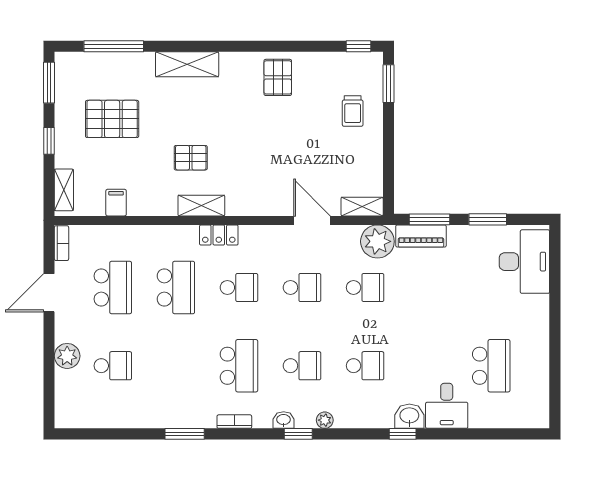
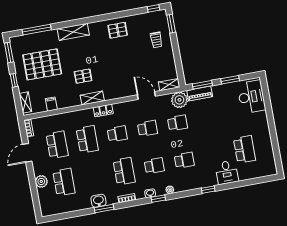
pallet: (278, 77) -> (118, 30), turned 90
pallet: (112, 119) -> (42, 64), width x1.37, depth x1.41
school desk: (113, 366) -> (64, 182), width x1.85
washbasin: (409, 416) -> (99, 201), moved

